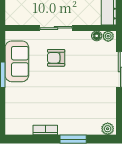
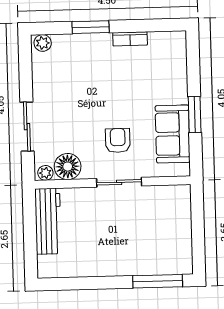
floor lamp: (97, 36) -> (68, 167), width x1.89, depth x1.89
armchair: (56, 58) -> (118, 140), turned -90

